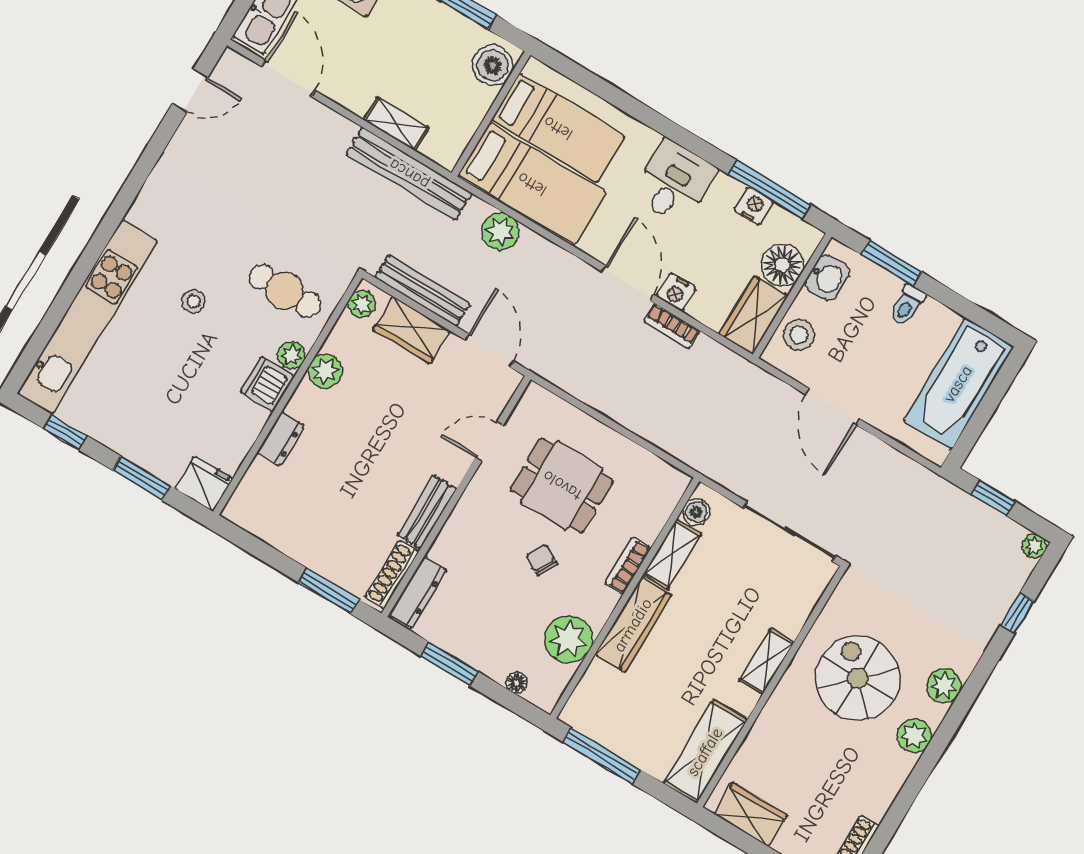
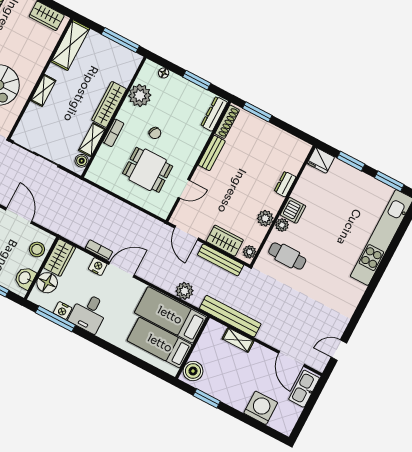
desk: (674, 182) -> (89, 313), moved
door: (628, 283) -> (121, 270), swing flipped
stool: (193, 301) -> (331, 248), removed
window: (65, 432) -> (389, 181), width x1.50

